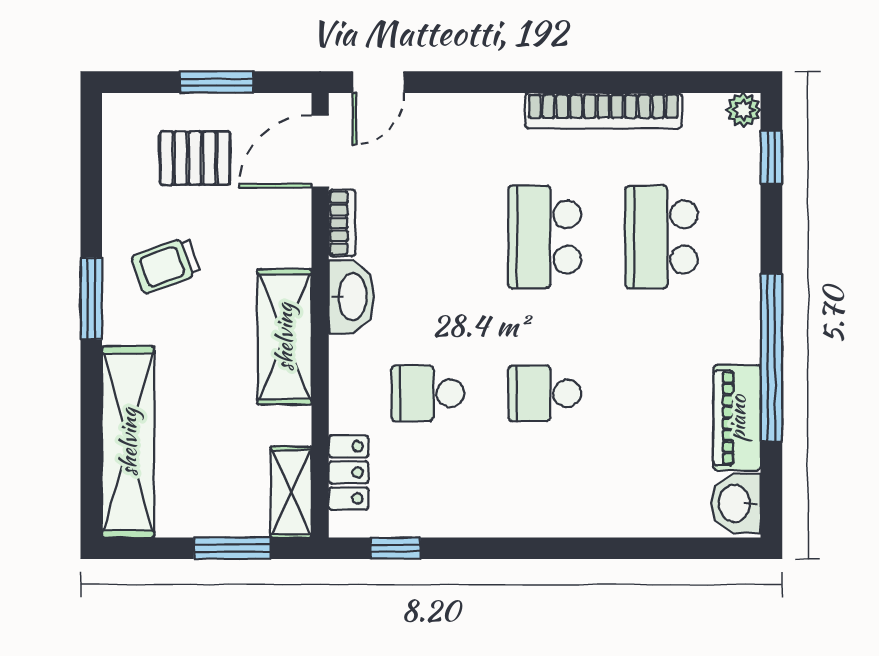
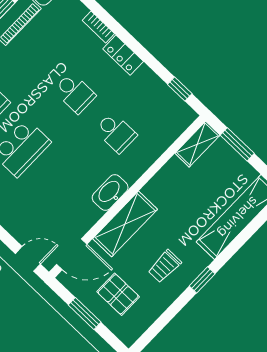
bookcase: (342, 223) -> (98, 27), moved, turned -90
trolley: (166, 265) -> (165, 266), turned 110
window: (91, 298) -> (202, 280), width x0.67
shelving: (284, 337) -> (125, 224), moved
locker: (348, 472) -> (123, 55), moved, turned -90

